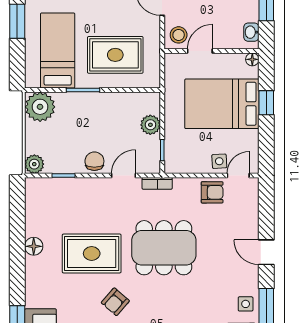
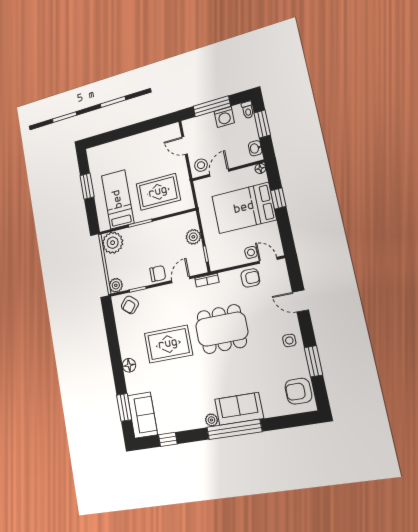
chair: (94, 161) -> (158, 274), turned 90
door: (238, 176) -> (268, 260), hinge flipped
floor lamp: (34, 246) -> (129, 365), moved
door: (266, 252) -> (300, 301), moved
armchair: (115, 302) -> (130, 305), moved
side table: (246, 304) -> (289, 340), moved

